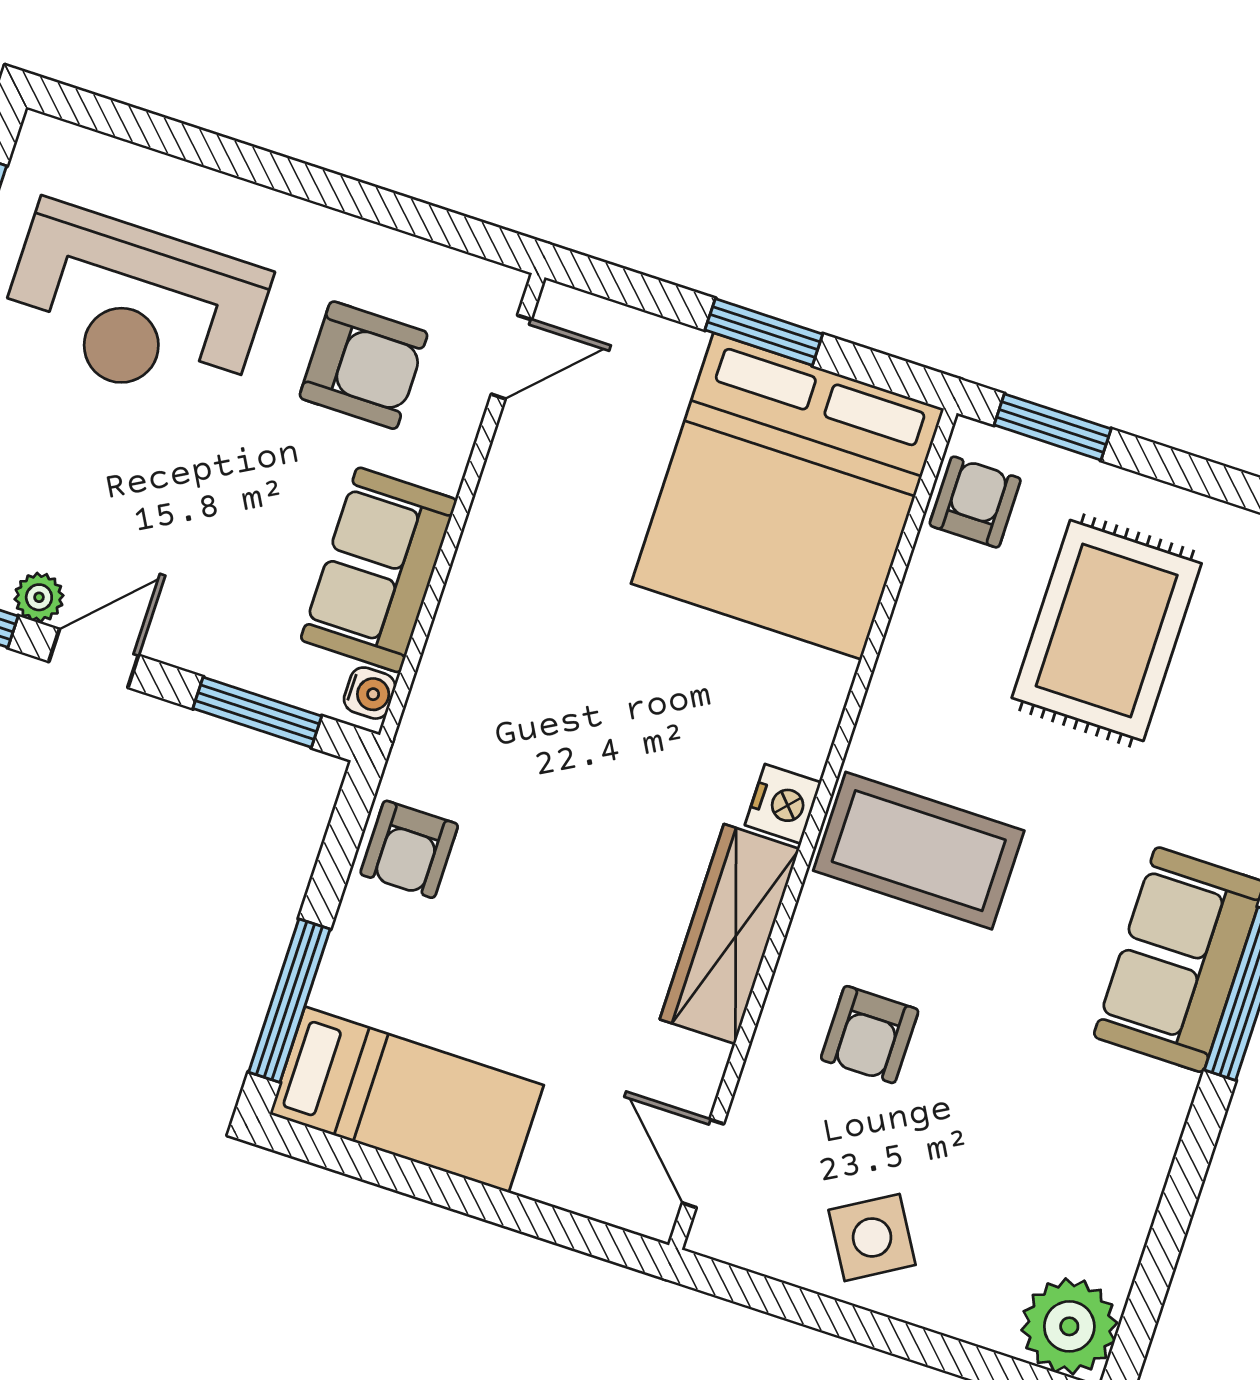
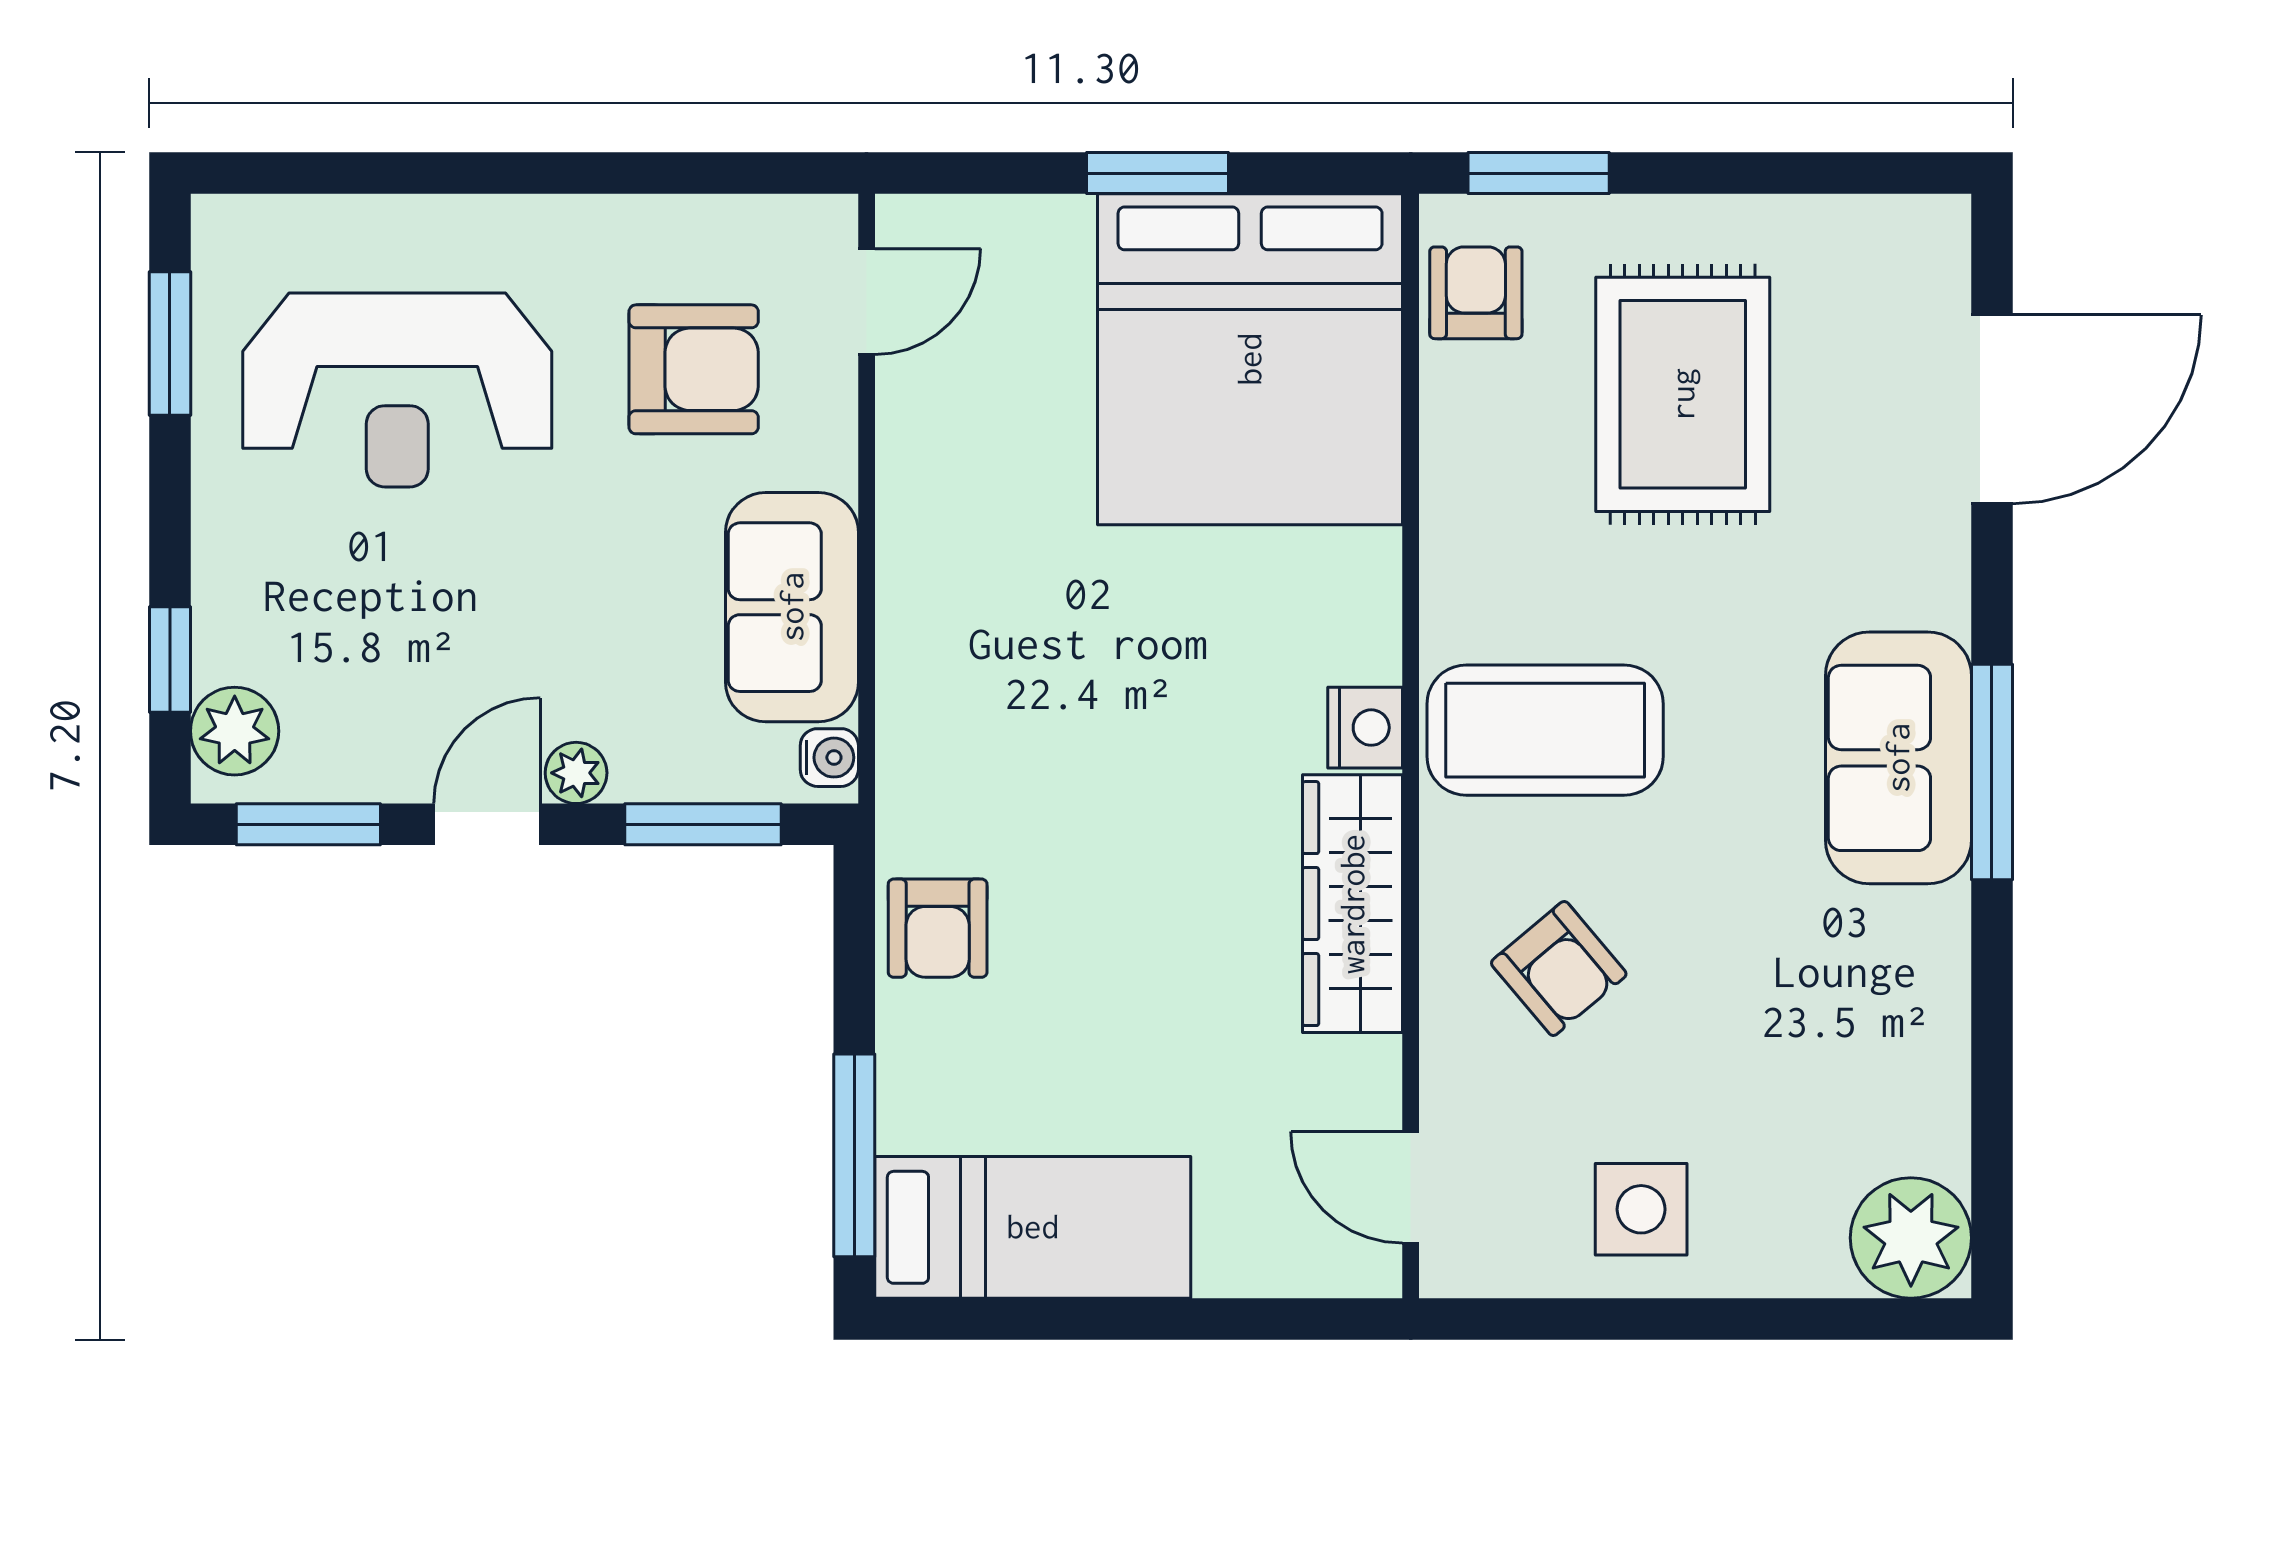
plant: (39, 597) -> (576, 773), moved
armchair: (870, 1035) -> (1559, 969), turned -40
side table: (872, 1237) -> (1641, 1209), turned 31

